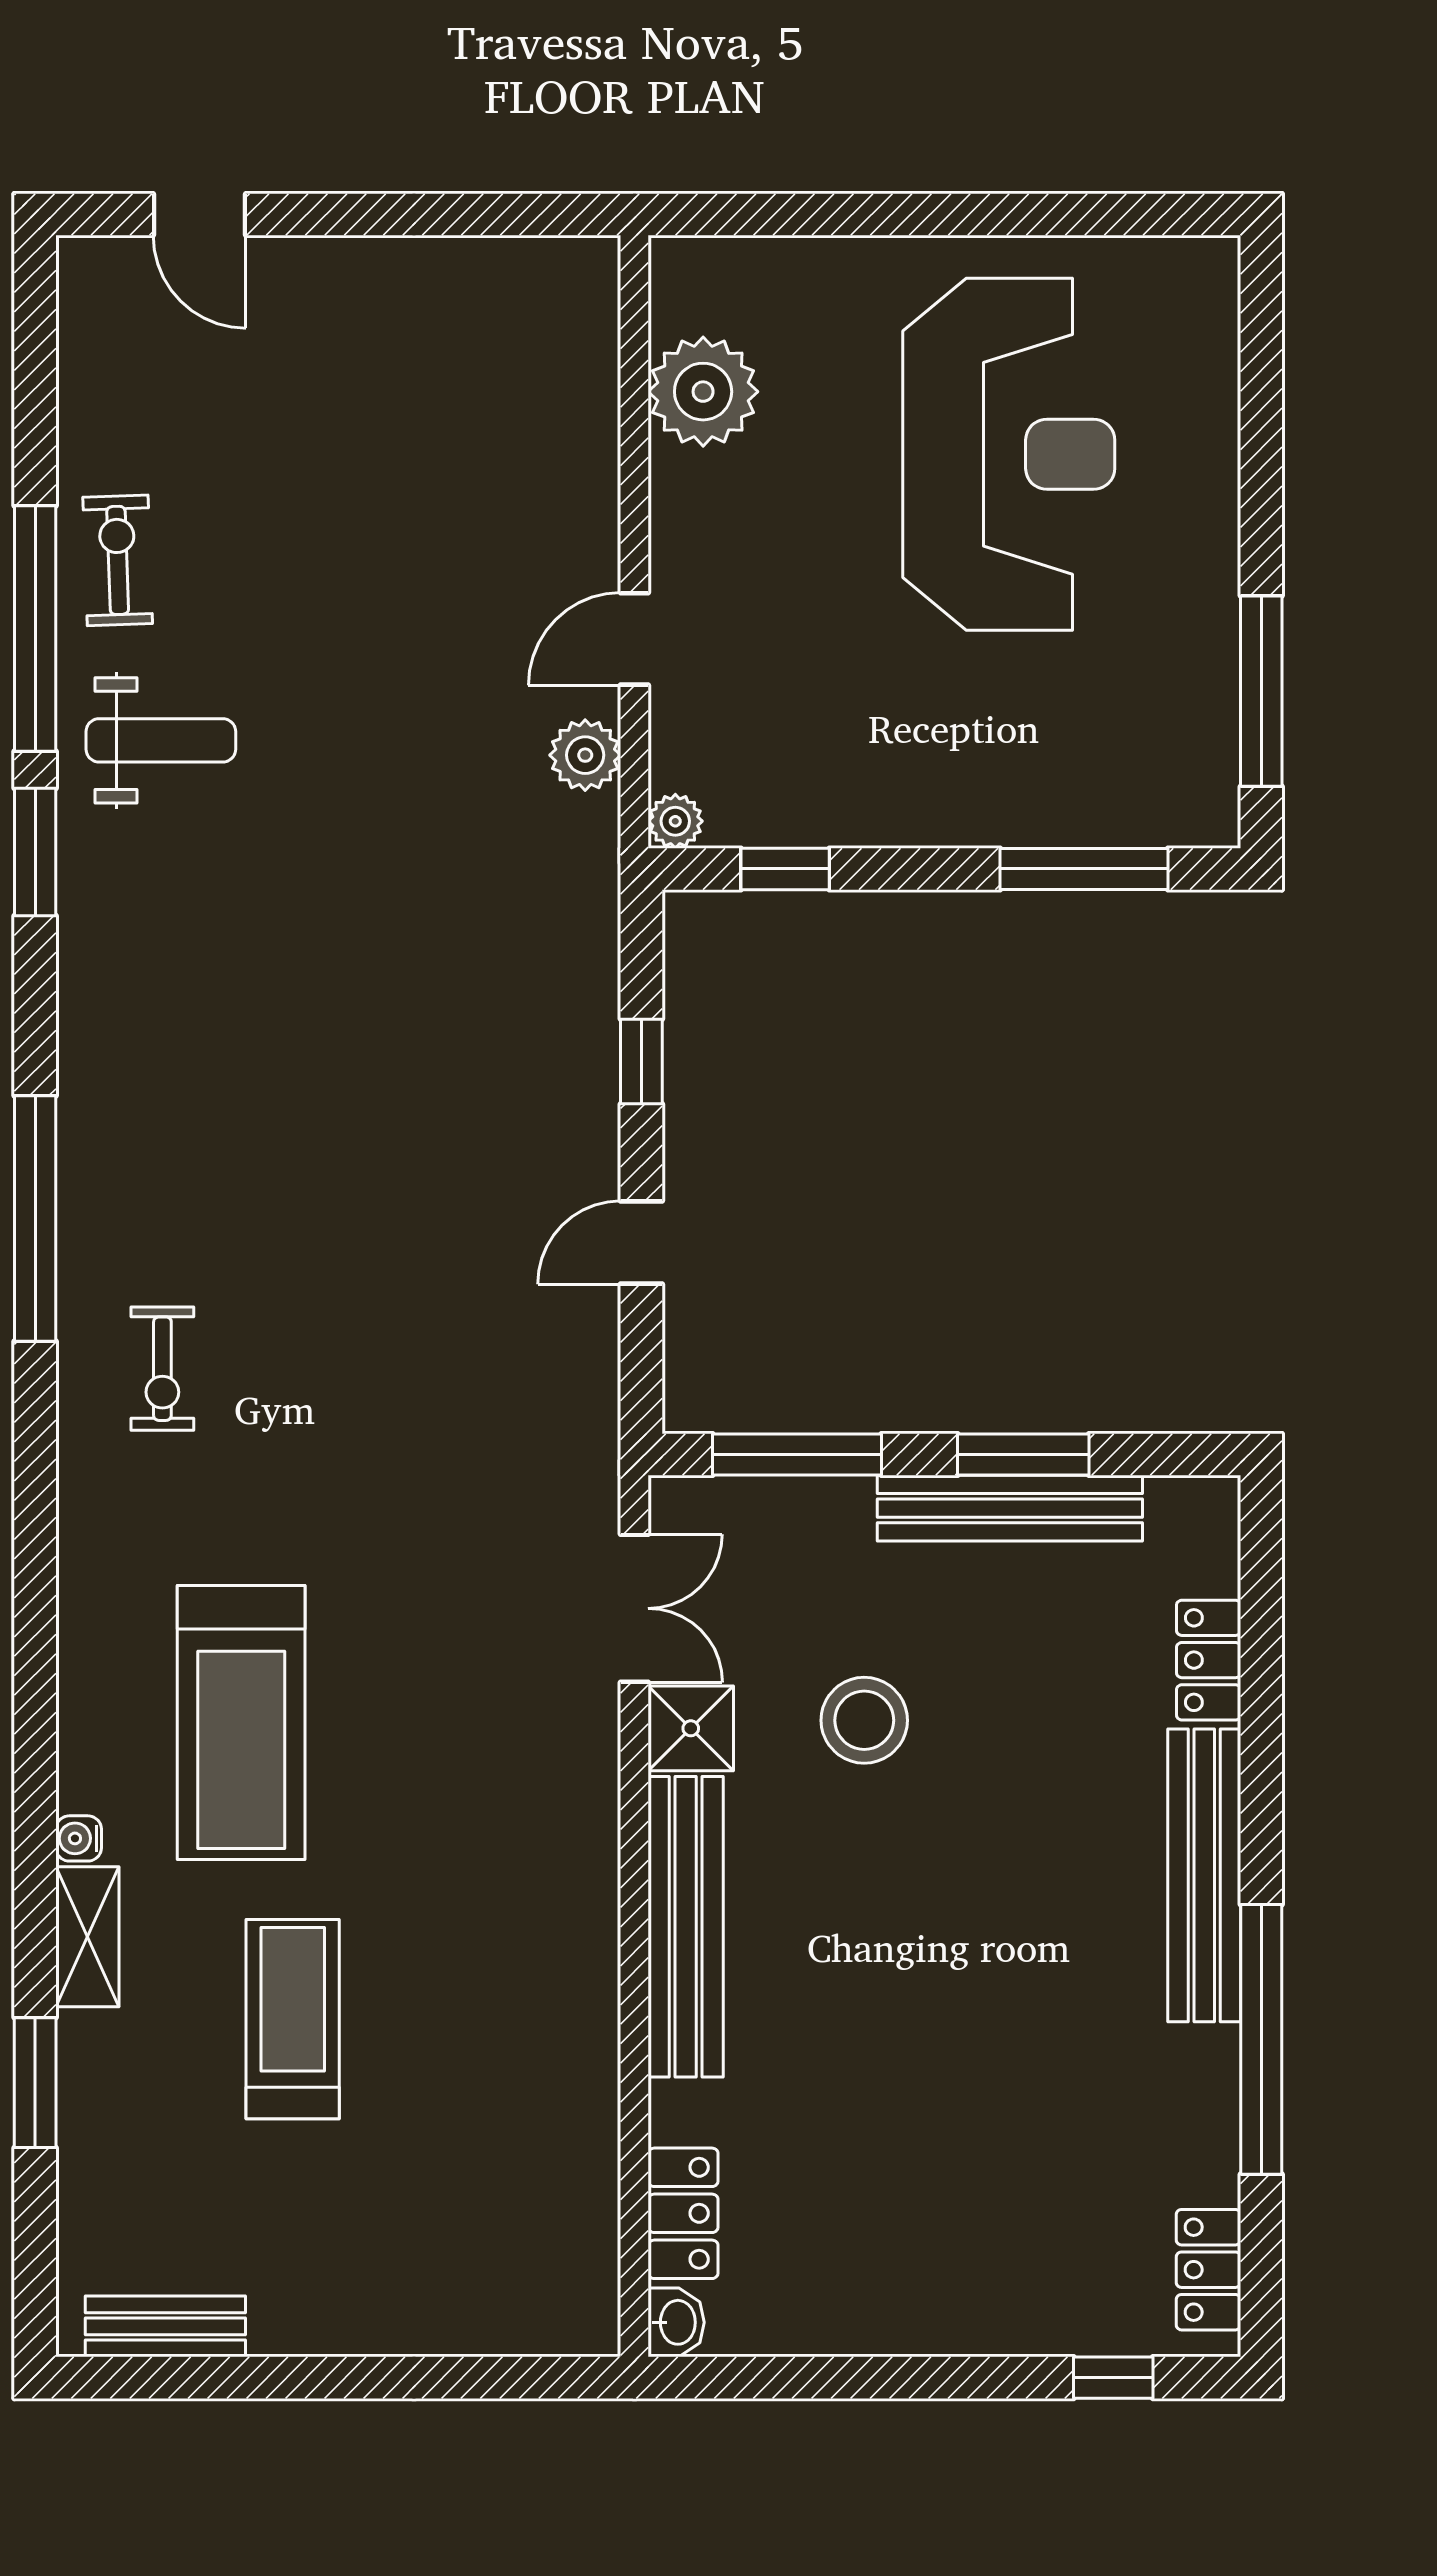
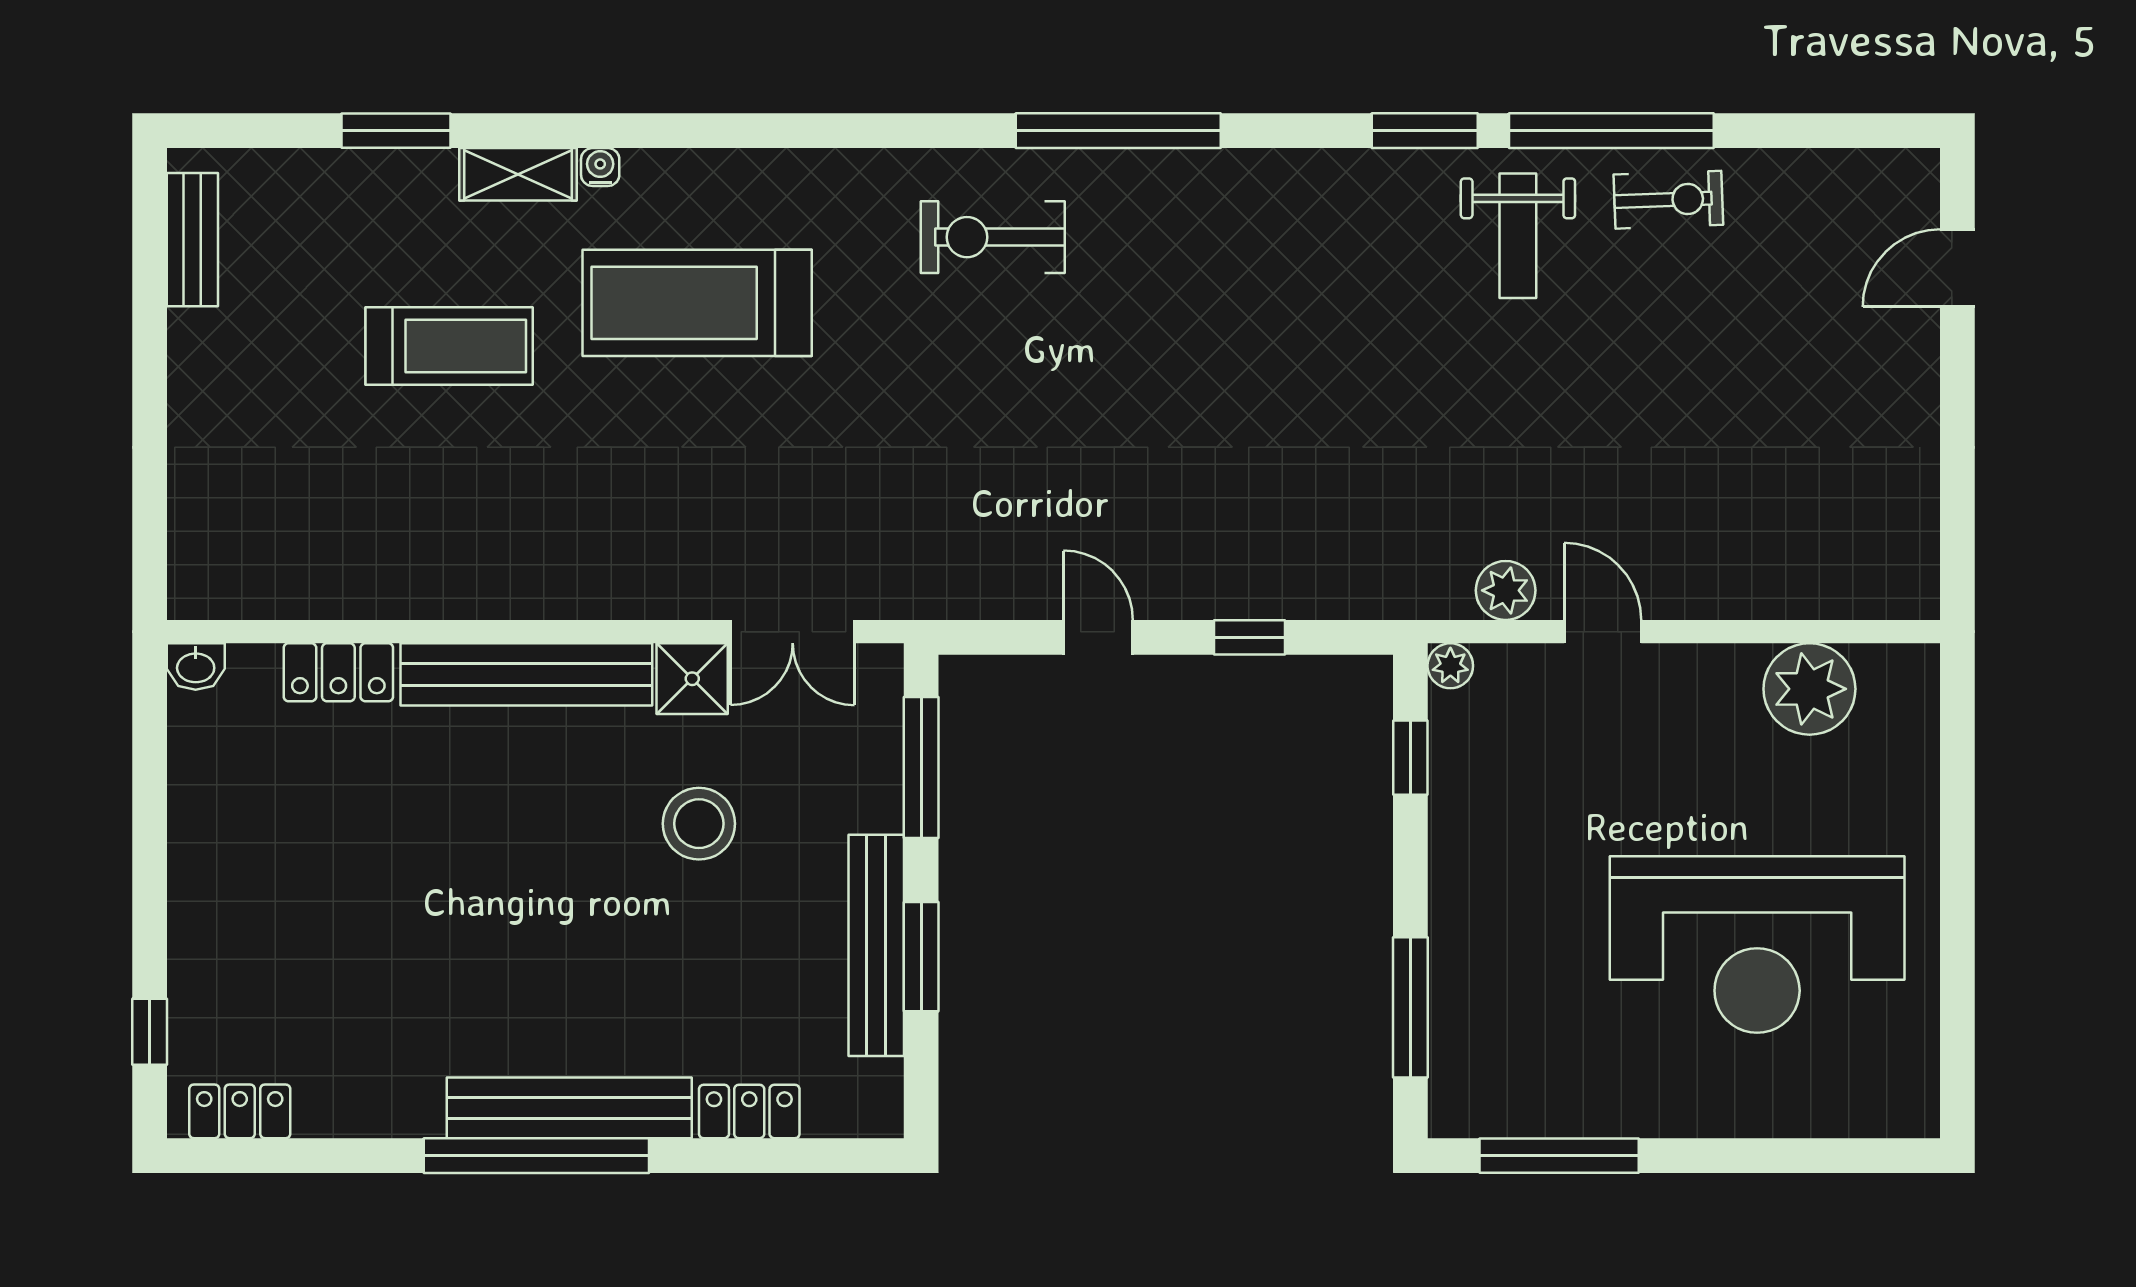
exercise bike: (162, 1369) -> (993, 237), width x1.38, depth x1.39
window: (1261, 2039) -> (536, 1156), moved
locker: (683, 2213) -> (338, 672), moved

